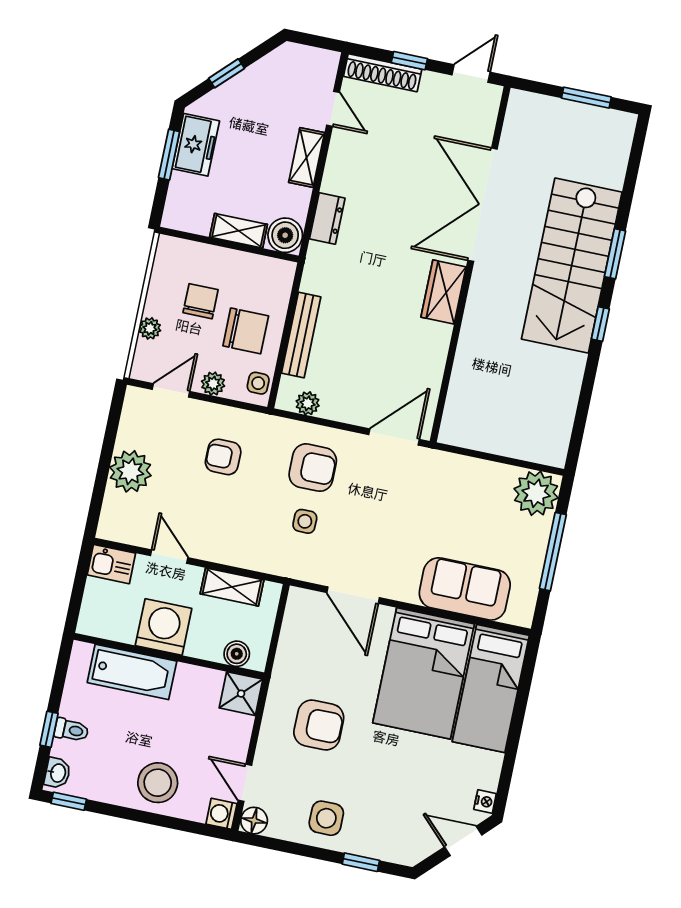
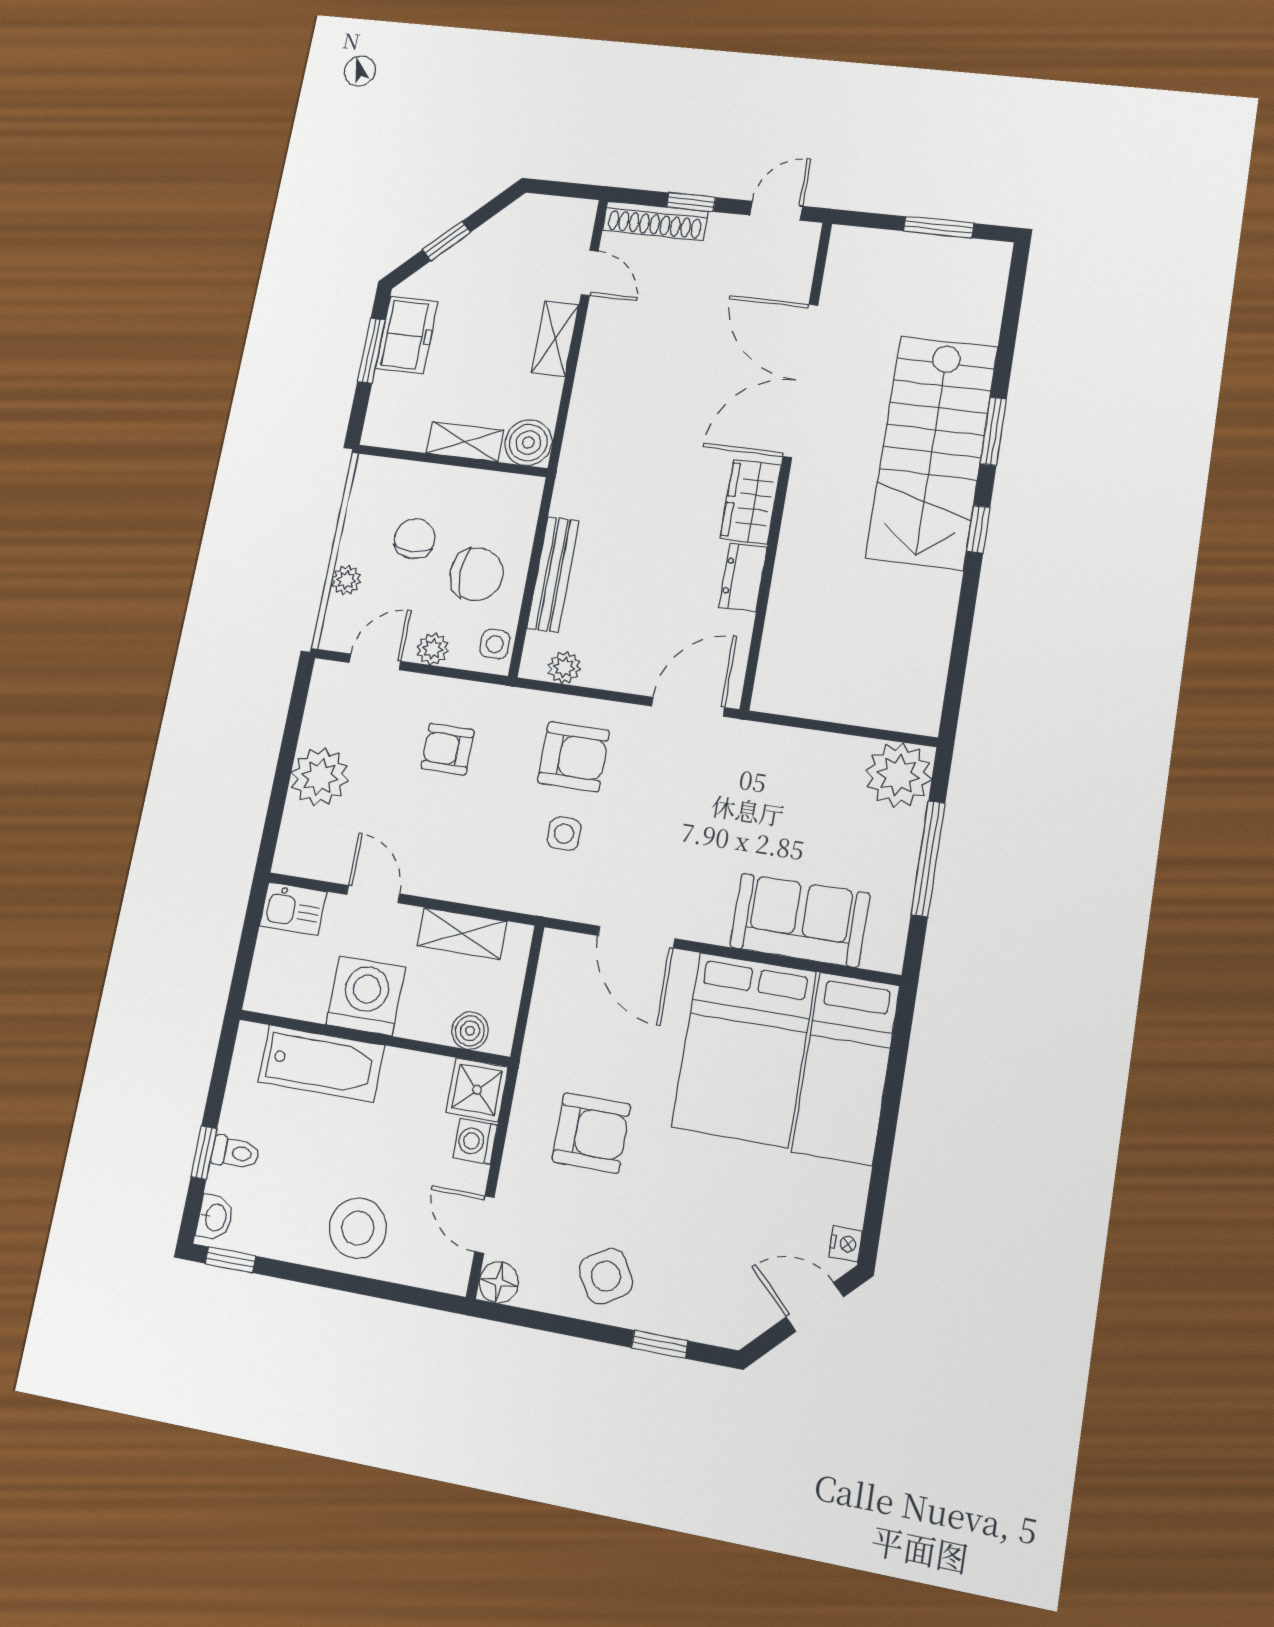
dresser: (327, 218) -> (743, 577), moved, turned 180
washing machine: (221, 814) -> (475, 1141), moved
side table: (326, 818) -> (606, 1276), turned -31

